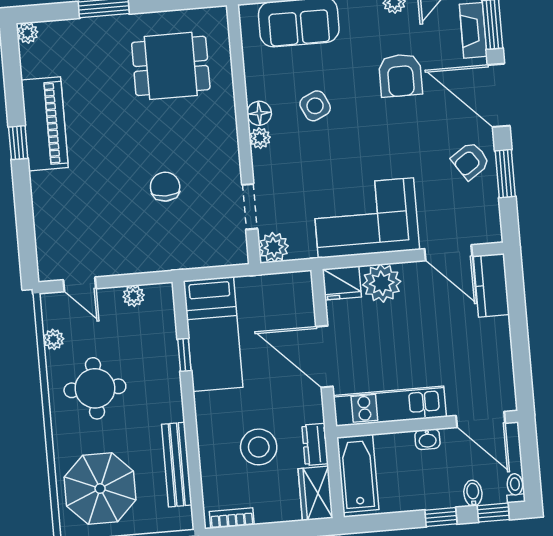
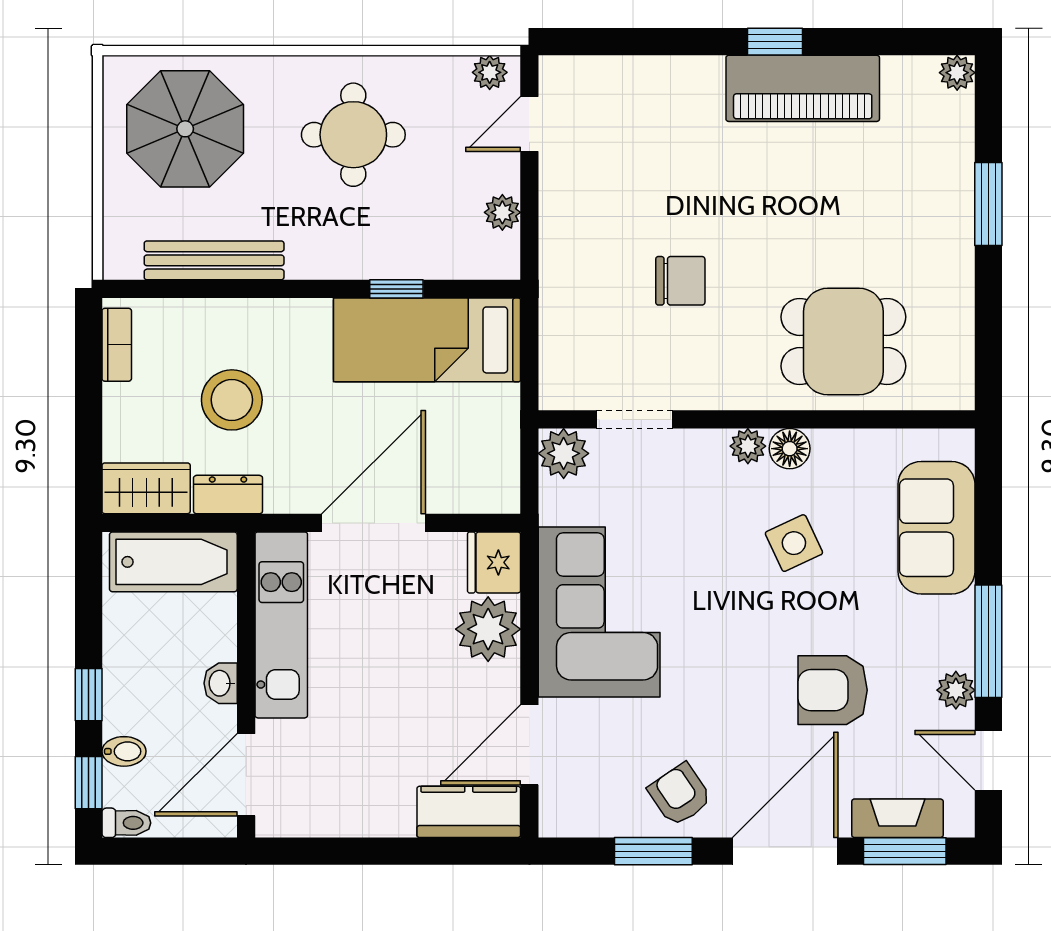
dining table: (171, 66) -> (843, 342), moved, turned 90
plant: (53, 339) -> (490, 72), moved

